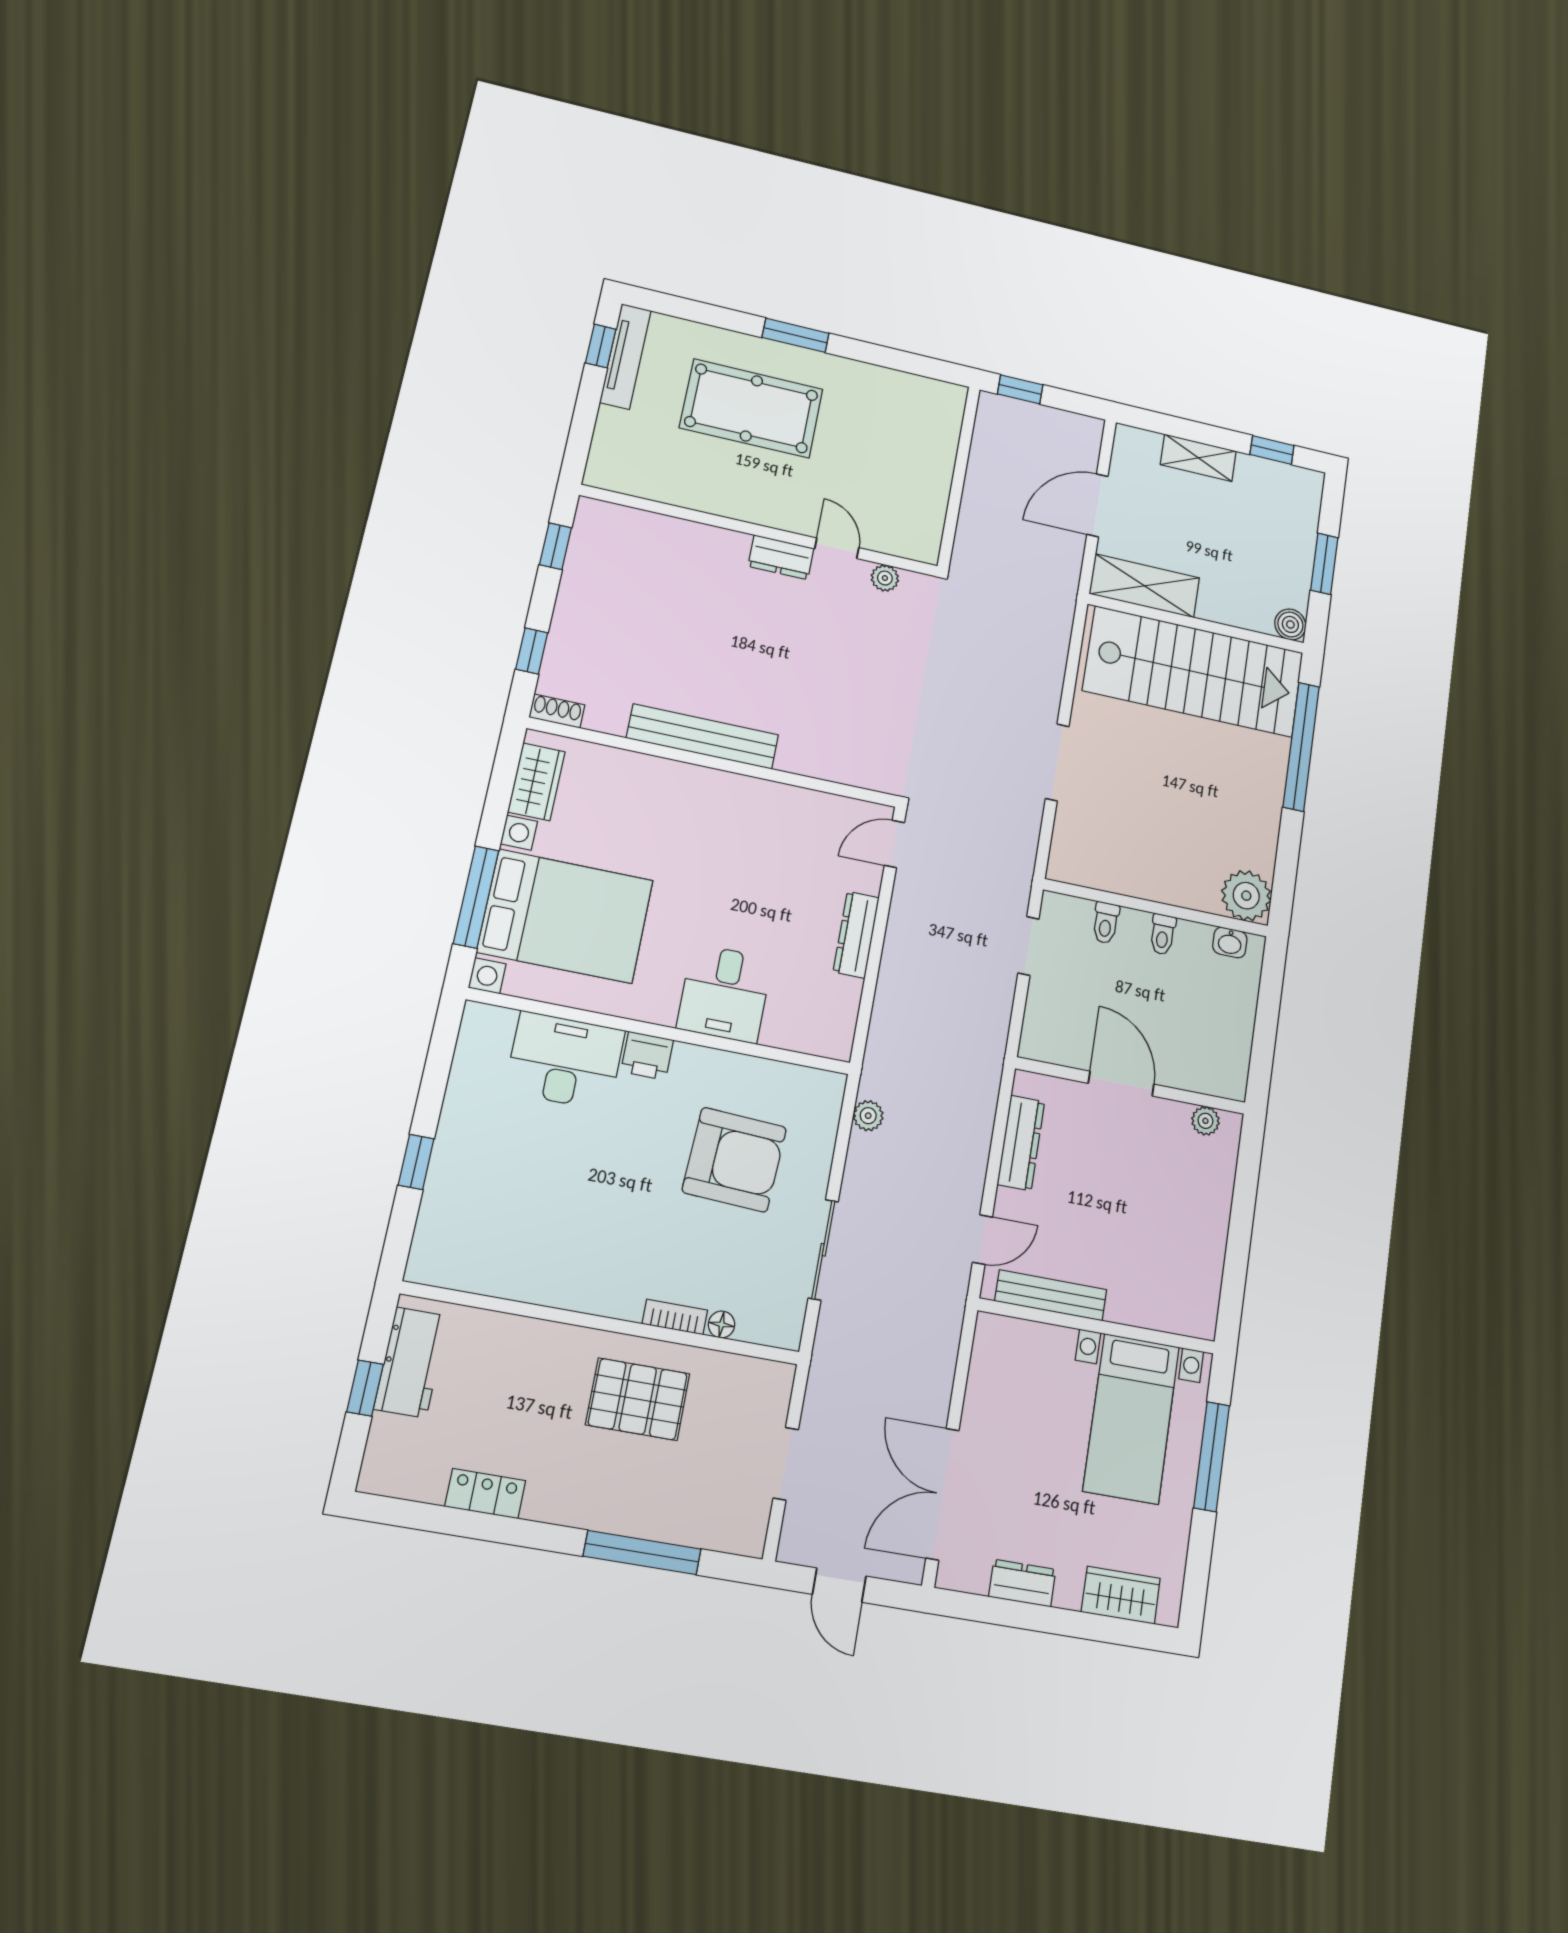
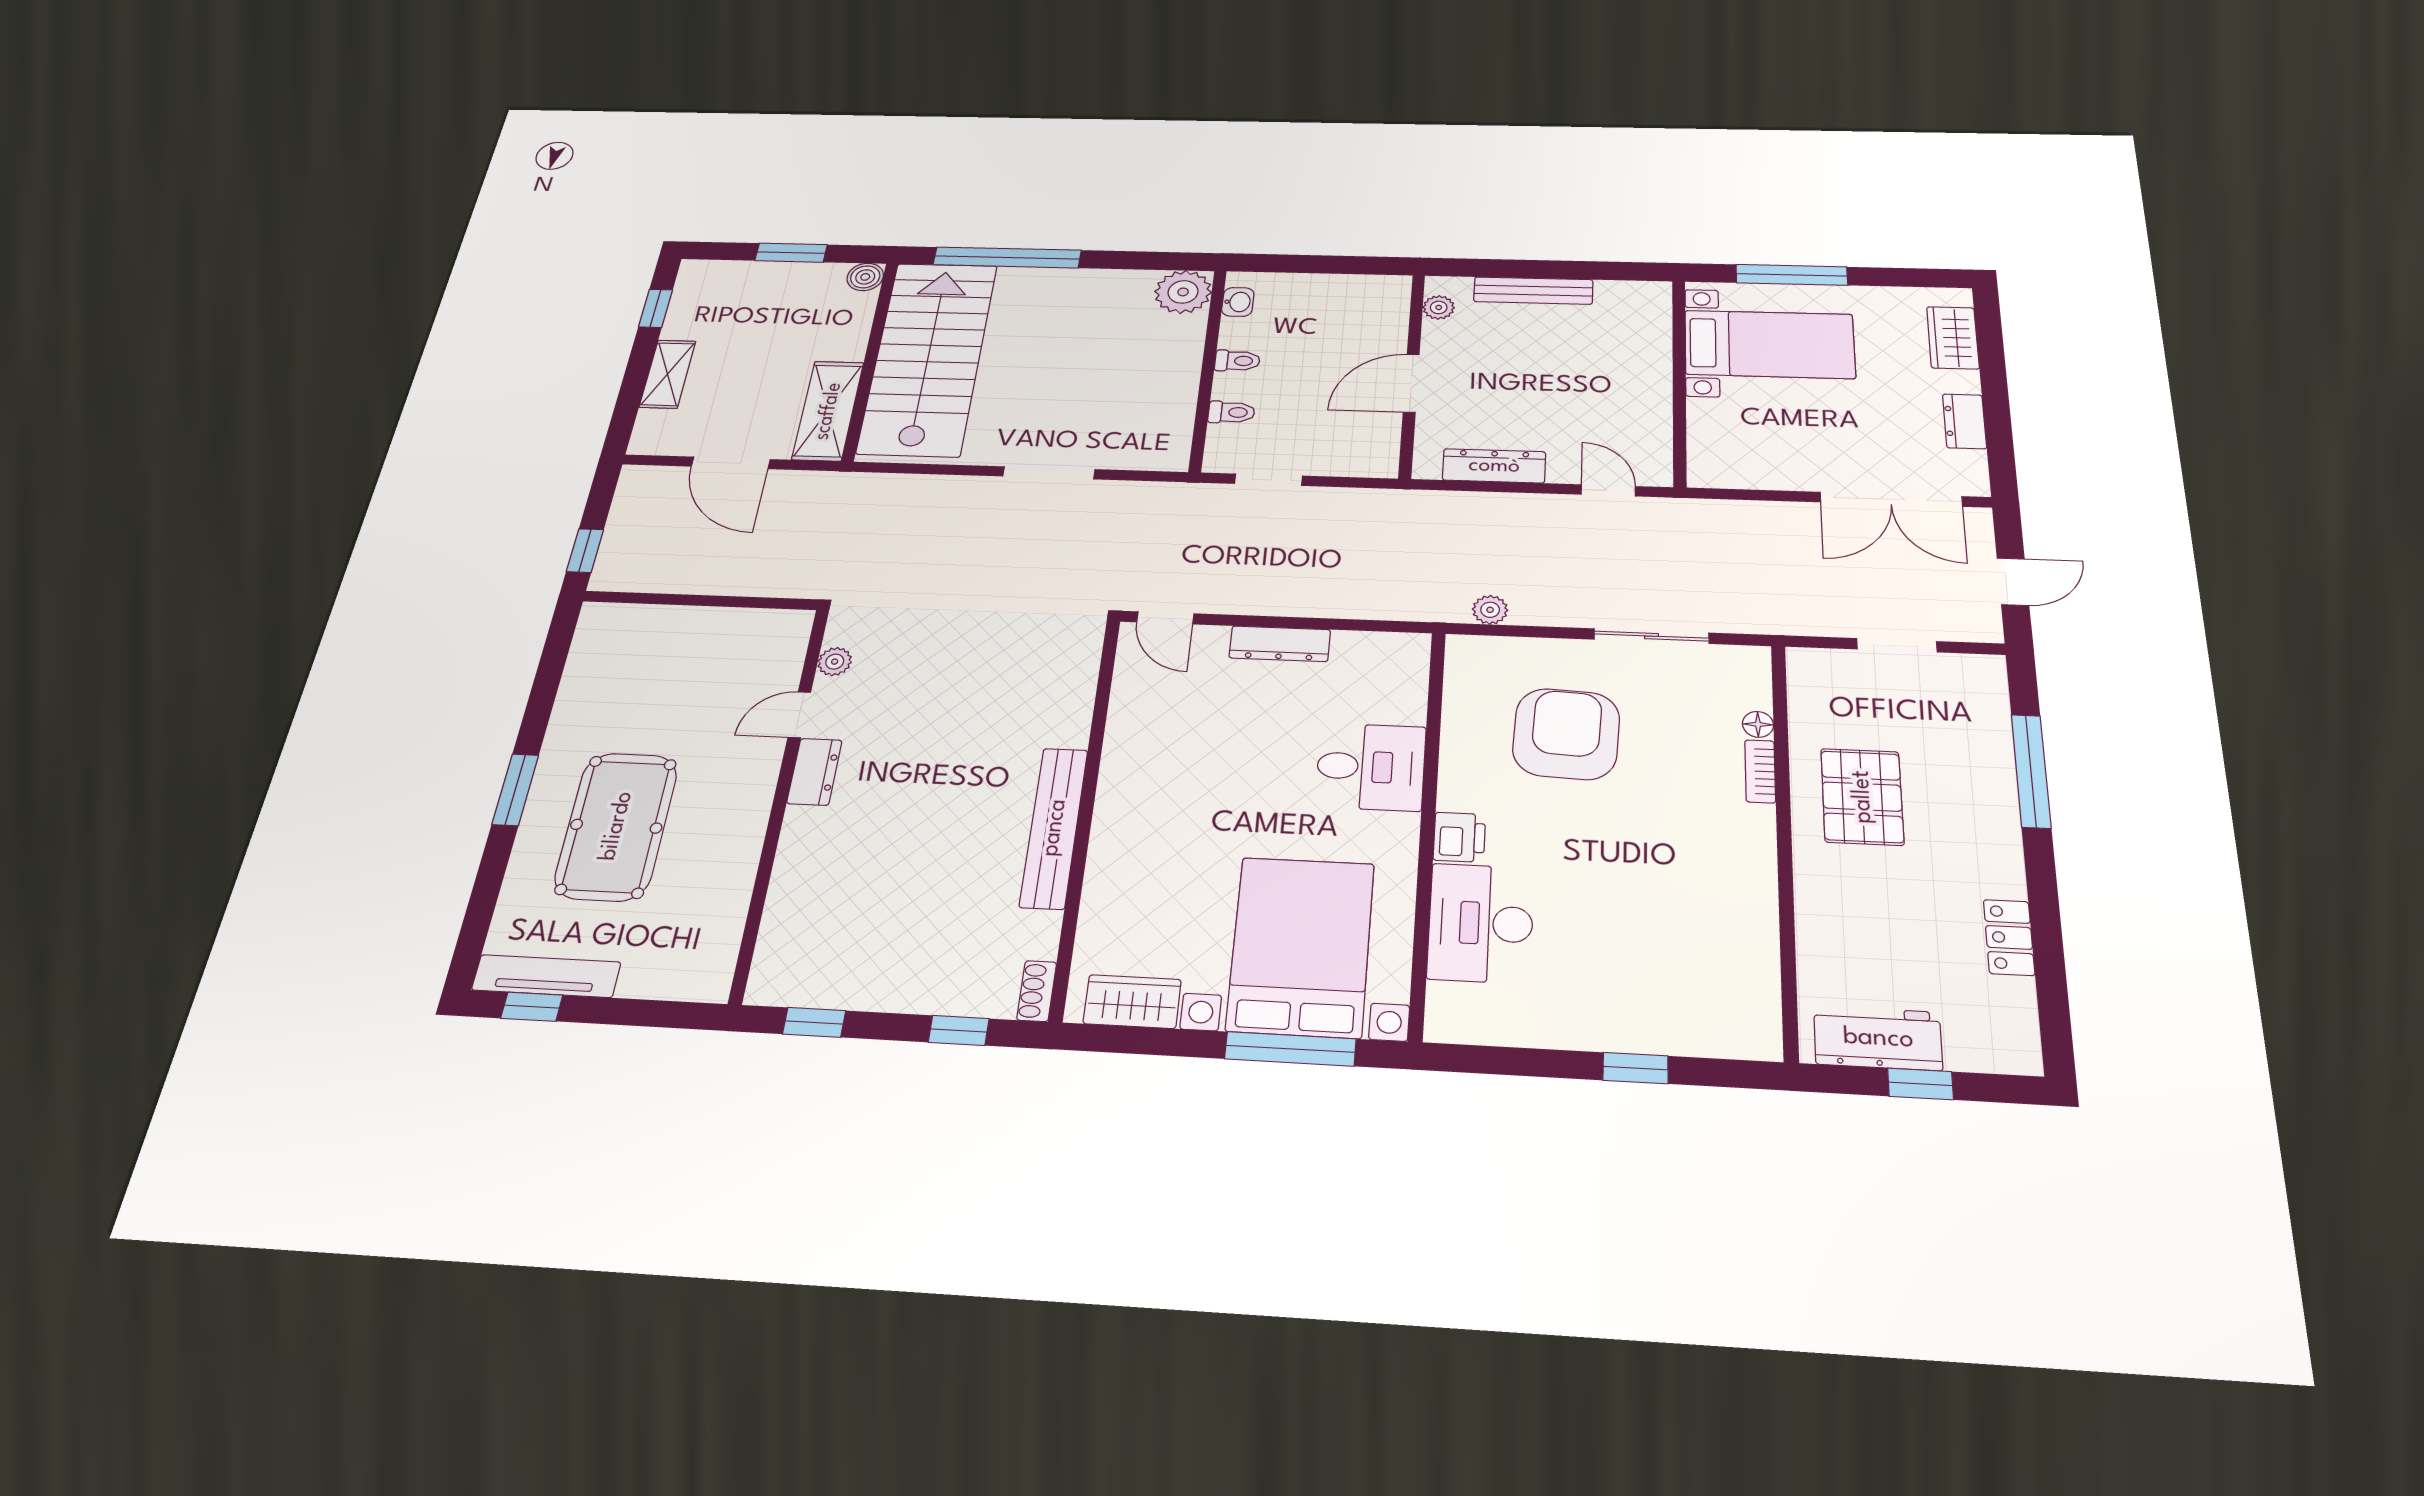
bench: (1051, 1295) -> (1533, 291), moved, turned 90

